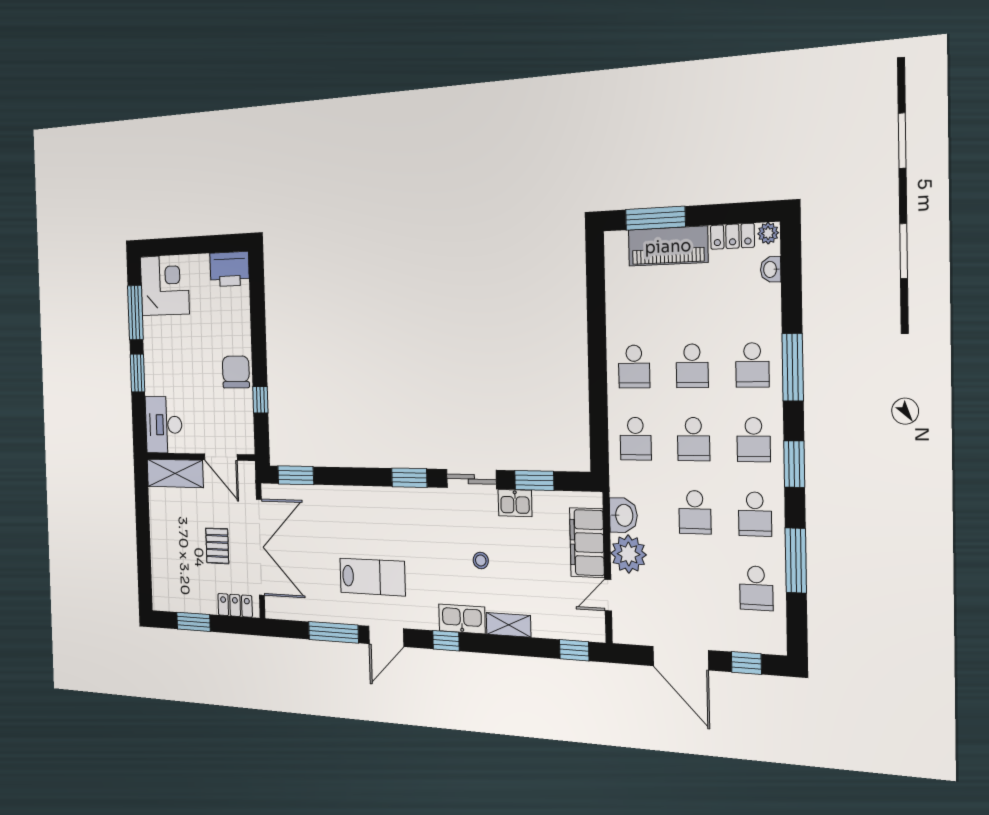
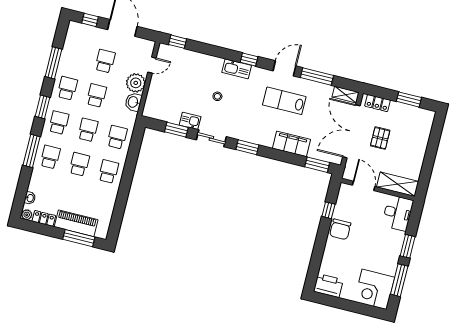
filing cabinet: (587, 543) -> (291, 144), moved, turned -90
school desk: (756, 588) -> (105, 61), moved
shelving: (509, 625) -> (346, 95), moved

